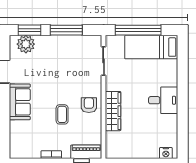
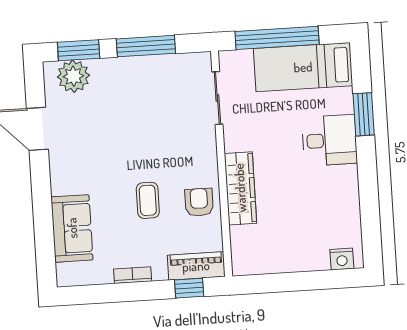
window: (183, 75) -> (364, 114), added
desk: (163, 100) -> (330, 140), moved
sofa: (20, 102) -> (72, 228), moved
armchair: (89, 105) -> (199, 202), moved

